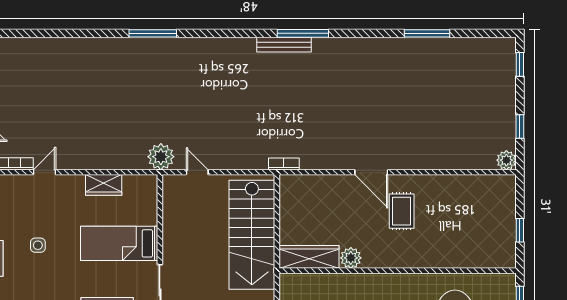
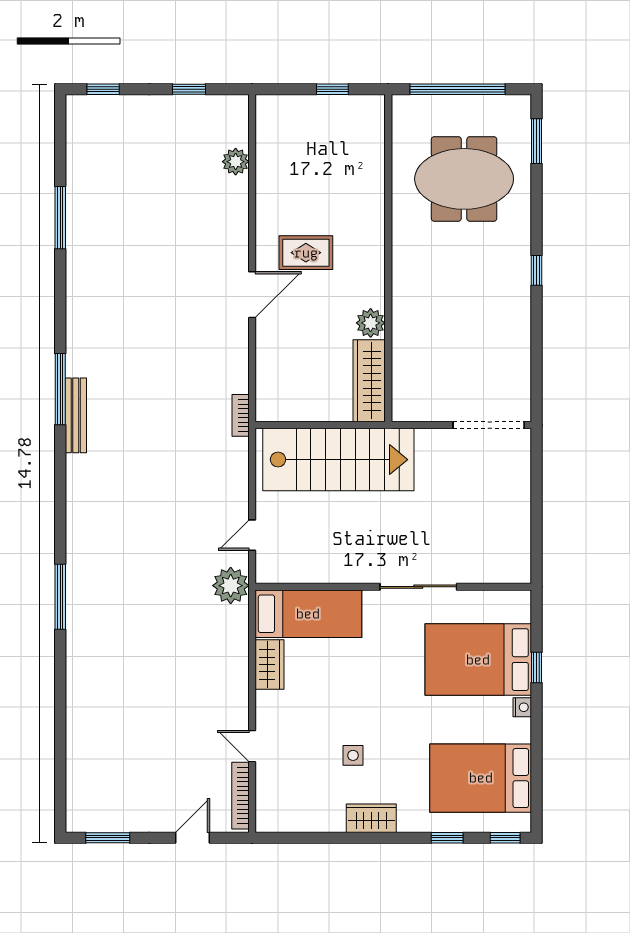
plant: (506, 160) -> (236, 162), moved
bed: (119, 243) -> (308, 614), moved, turned -90

